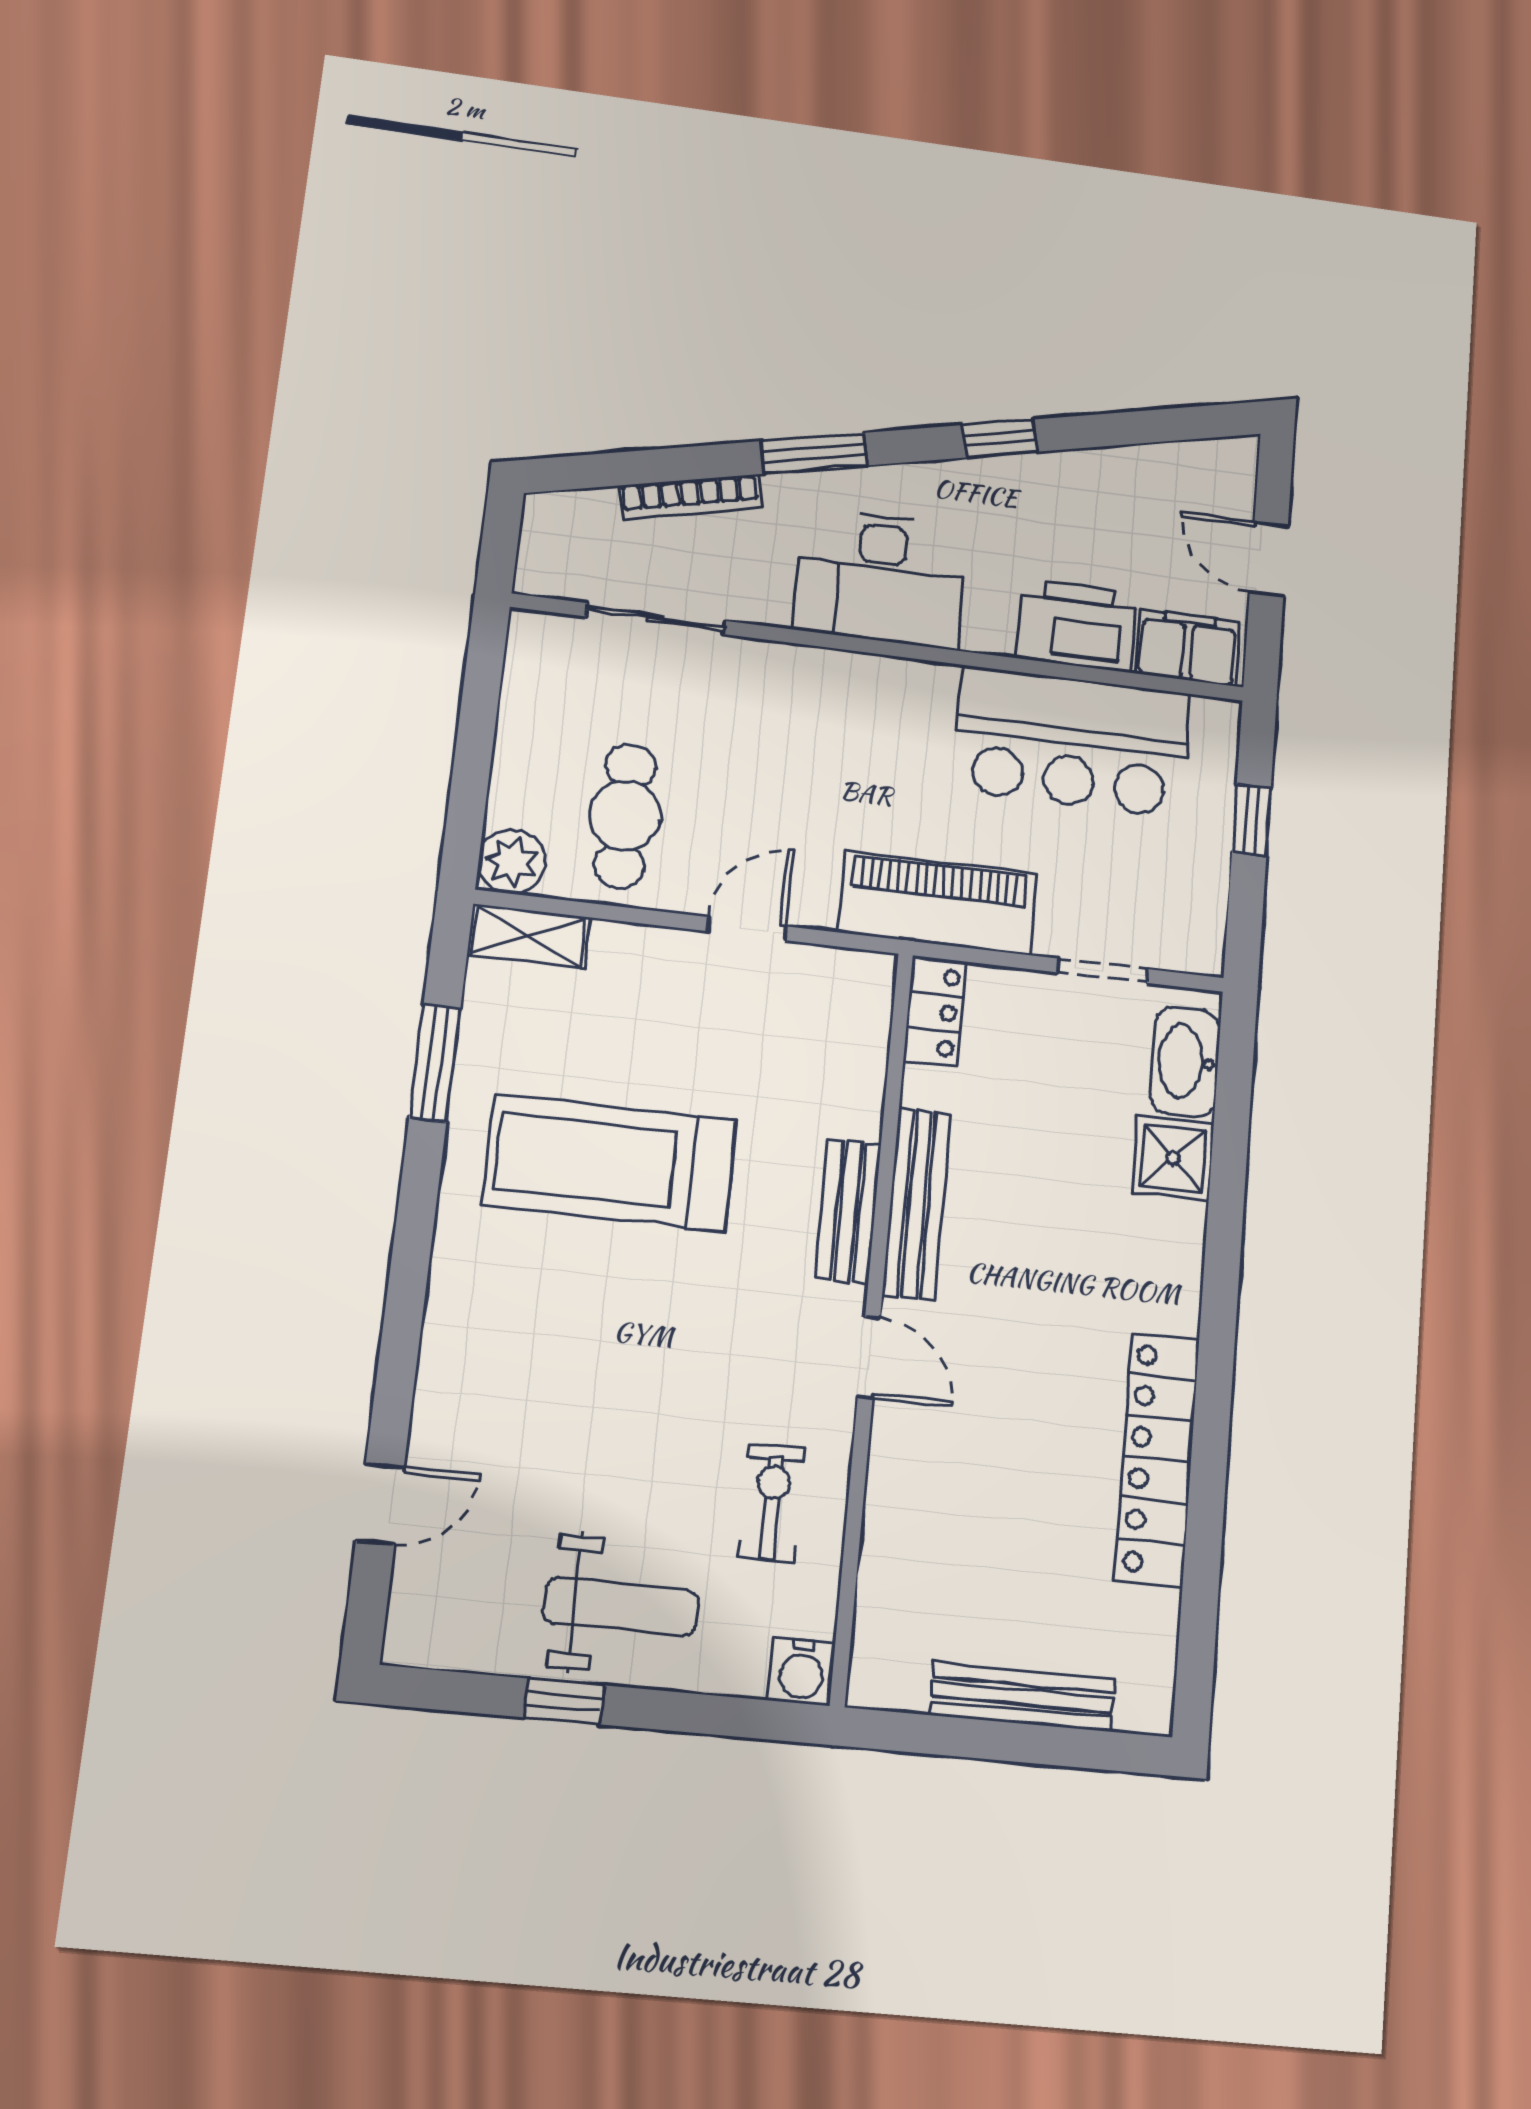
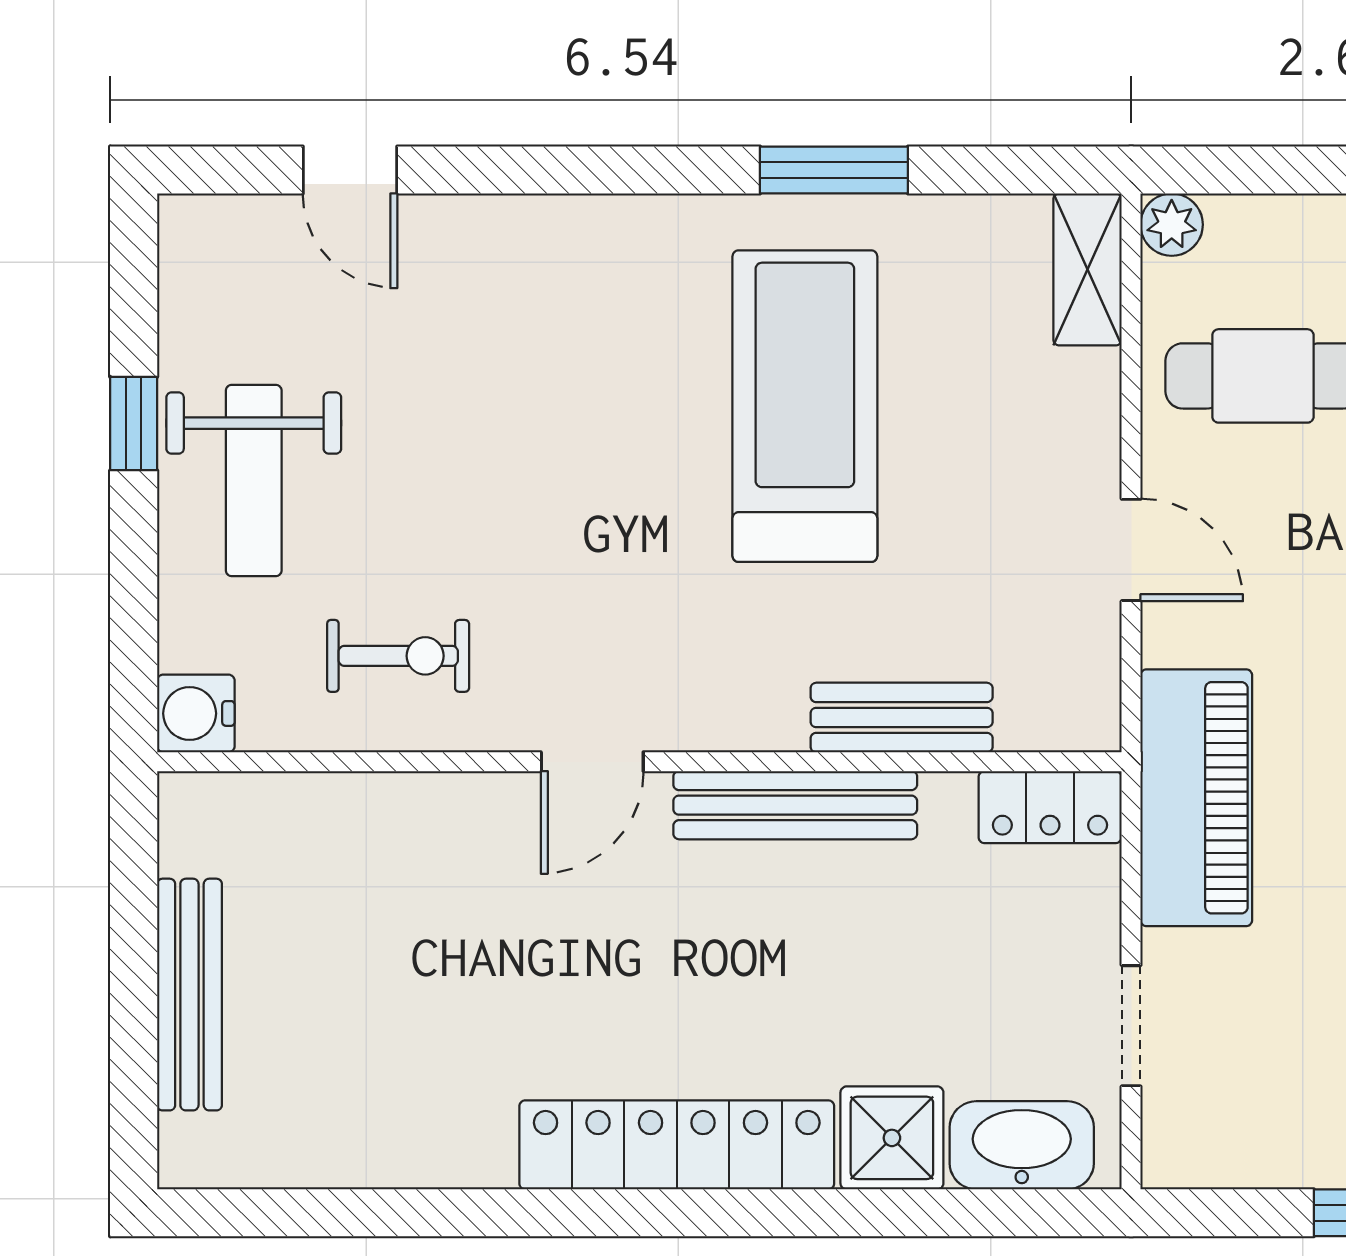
plant: (512, 862) -> (1172, 225), width x0.73, depth x0.73
window: (435, 1063) -> (834, 170), moved
bench: (848, 1211) -> (902, 718), moved
locker: (1157, 1459) -> (677, 1145), moved

